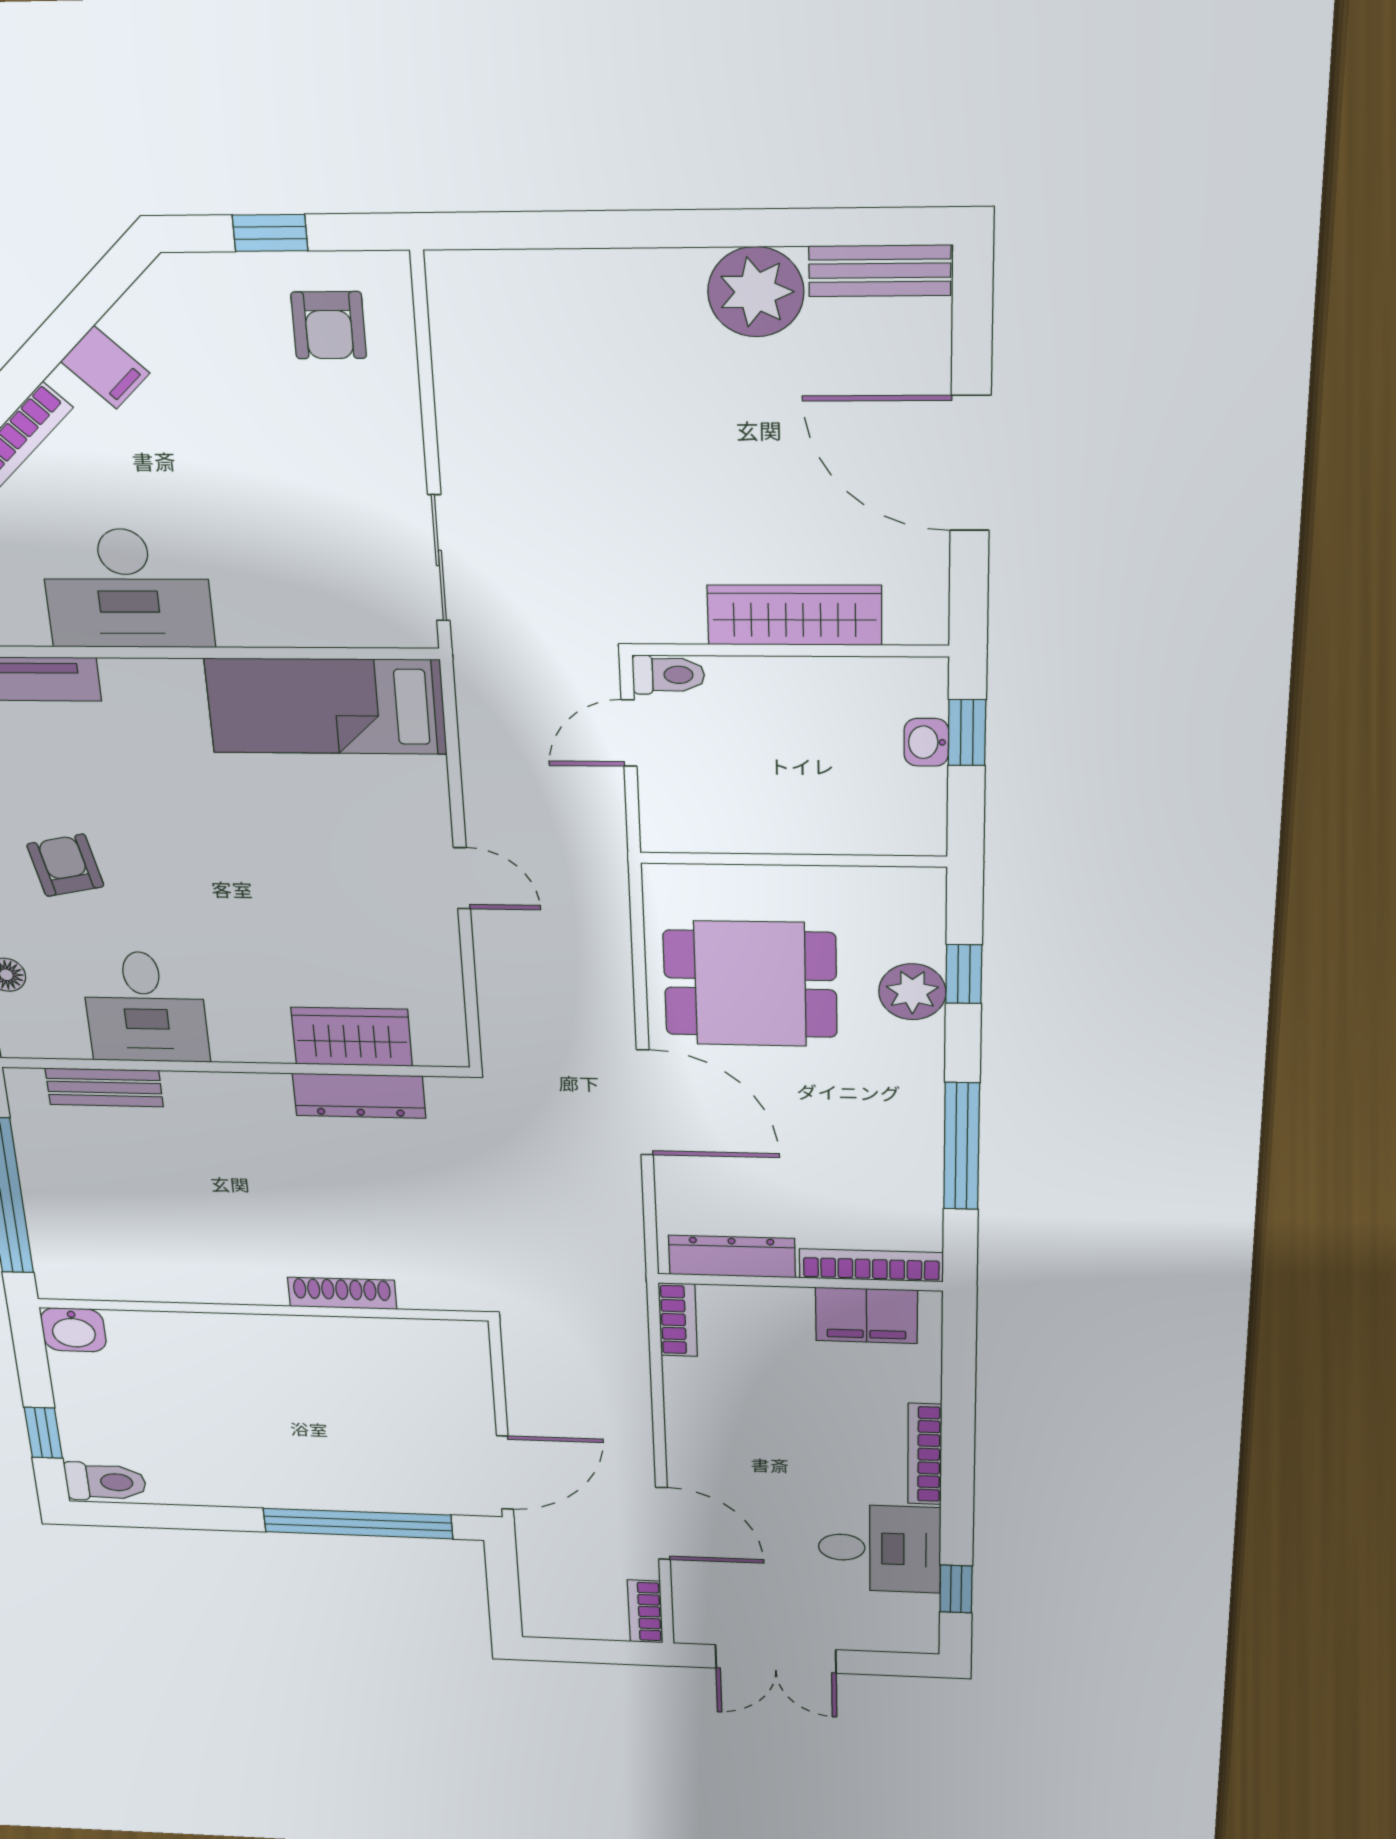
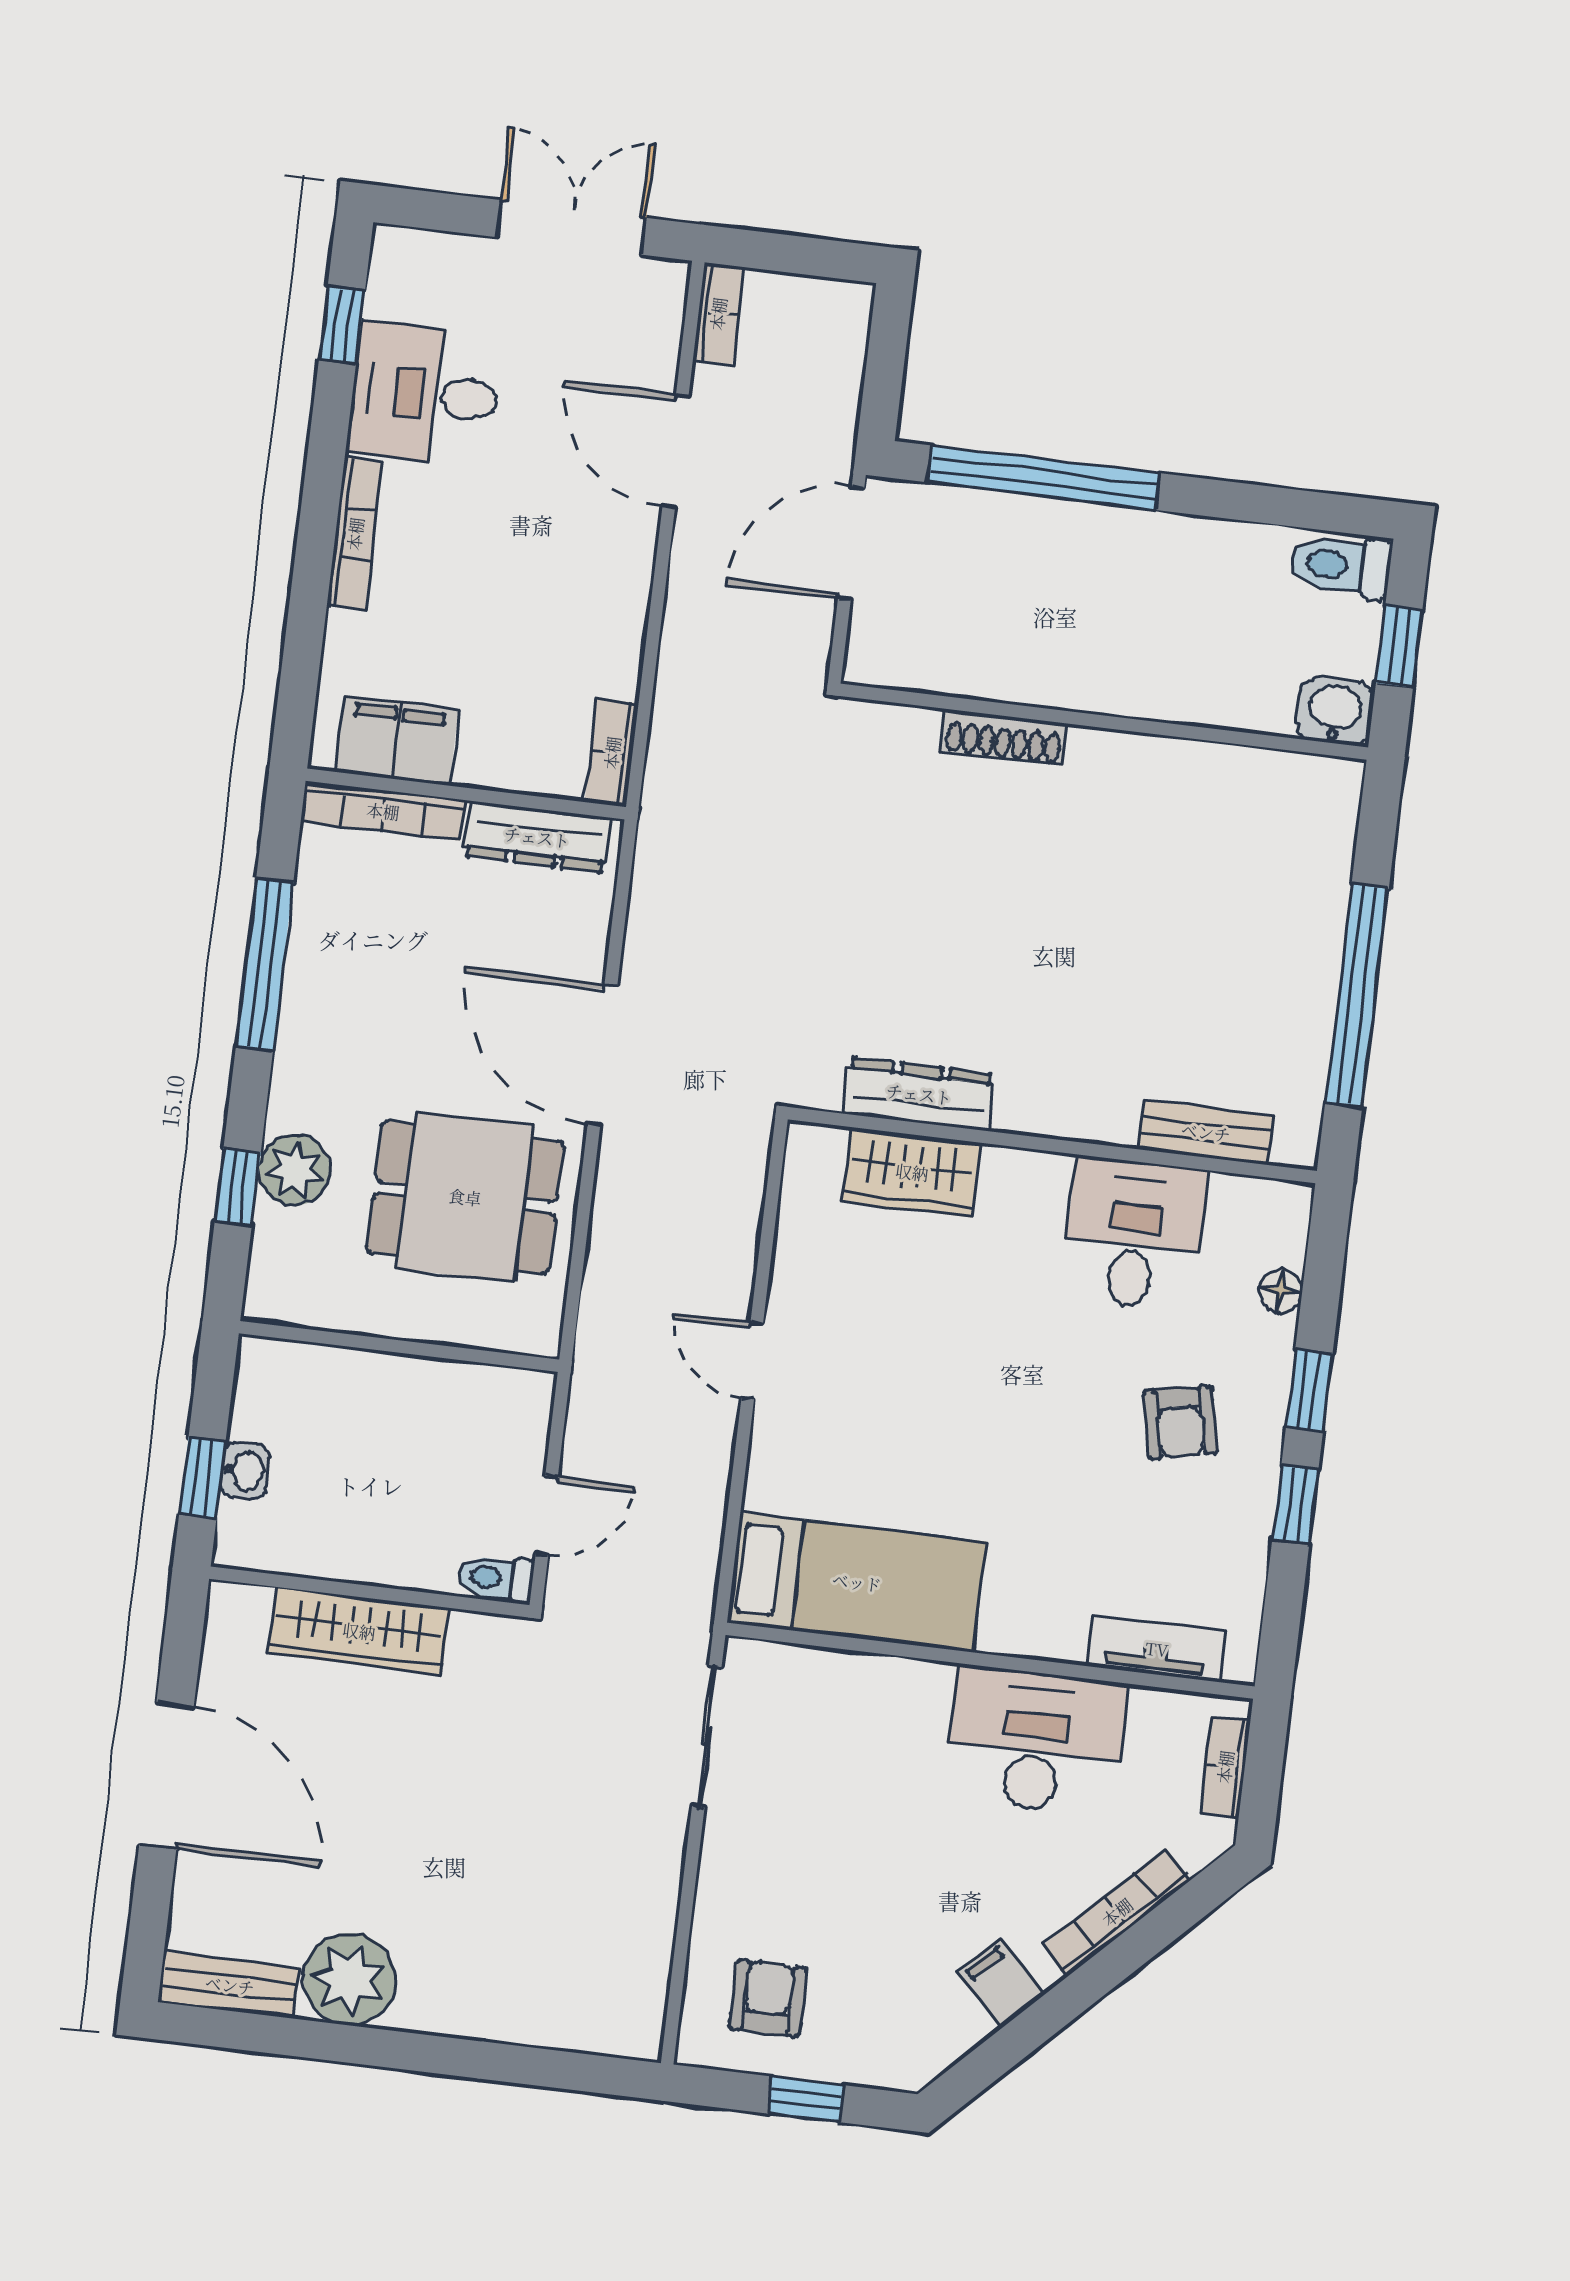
shoe rack: (342, 1293) -> (1004, 737), moved
wall: (261, 1310) -> (1104, 722), moved
washbasin: (73, 1330) -> (1335, 711), moved

